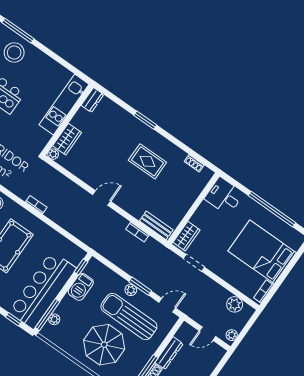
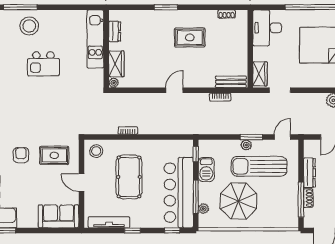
dresser: (92, 100) -> (115, 31), moved
desk: (224, 196) -> (267, 28), width x1.37
window: (47, 315) -> (196, 197), moved
parasol: (104, 345) -> (238, 201), moved

